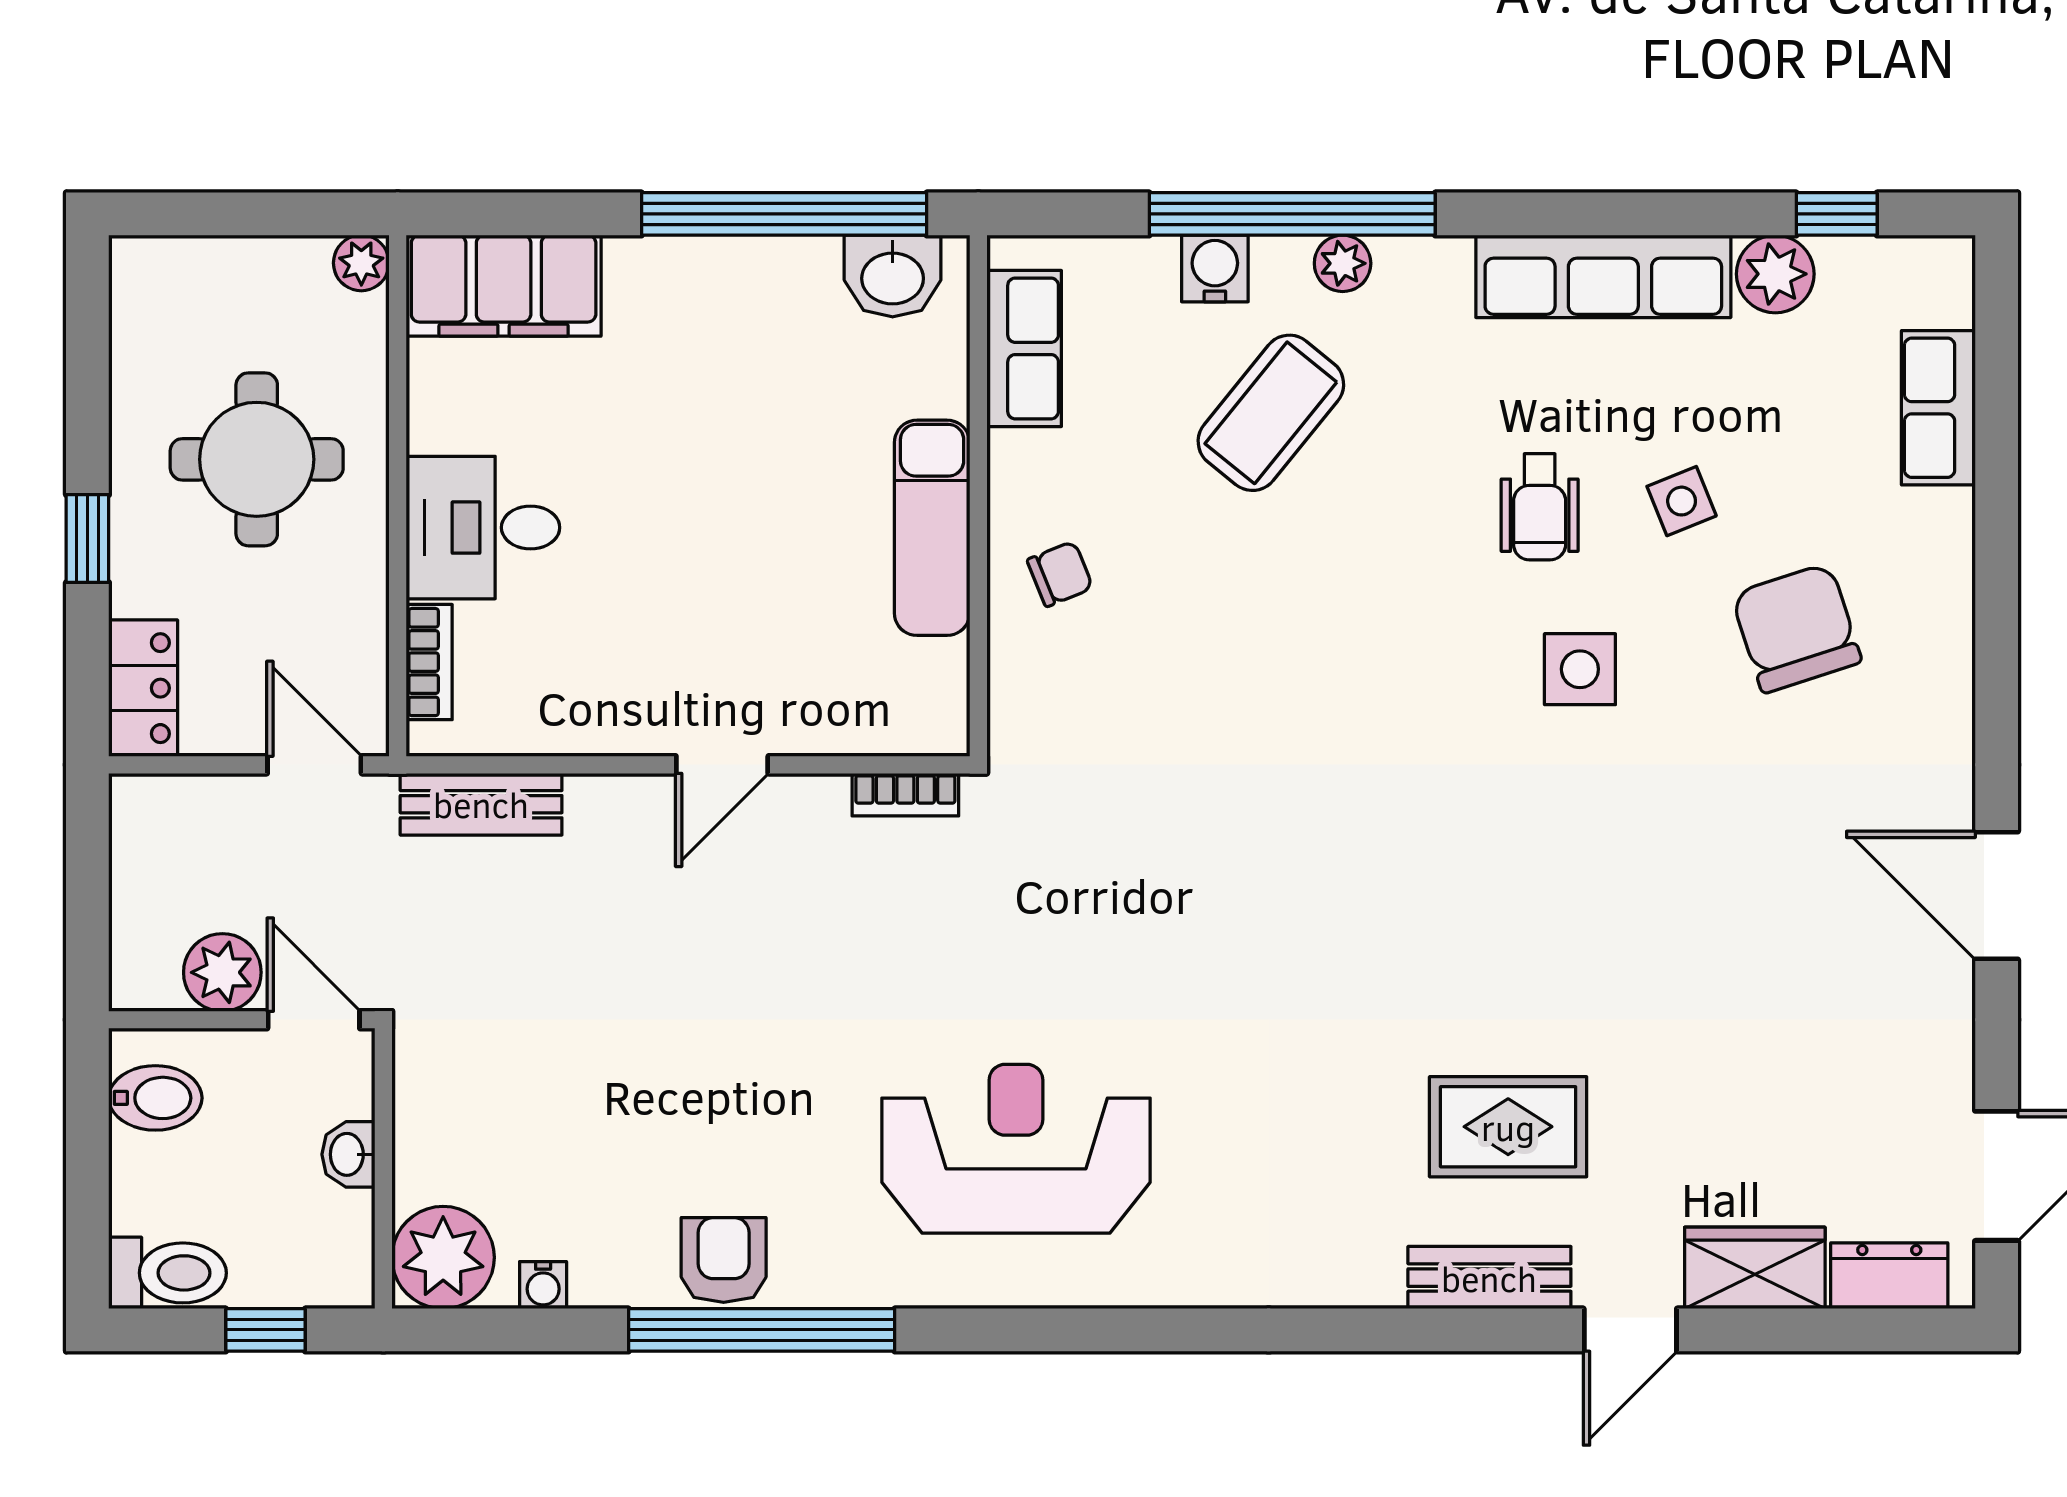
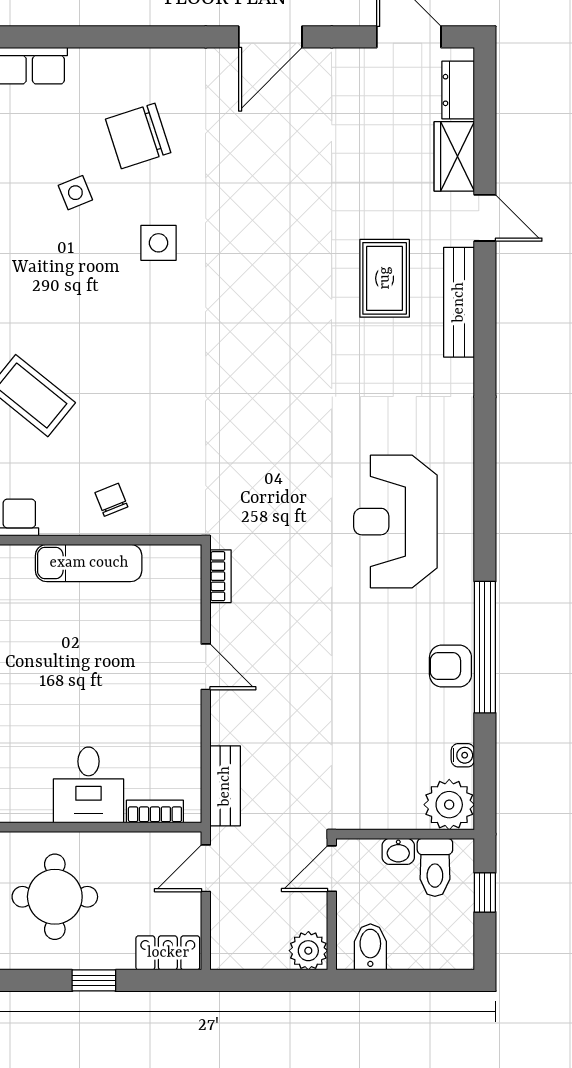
wheelchair: (1540, 507) -> (78, 263), removed
plant: (222, 972) -> (308, 951), moved
toilet: (167, 1273) -> (435, 867), moved, turned 180
bench: (1489, 1278) -> (459, 302), width x1.36

